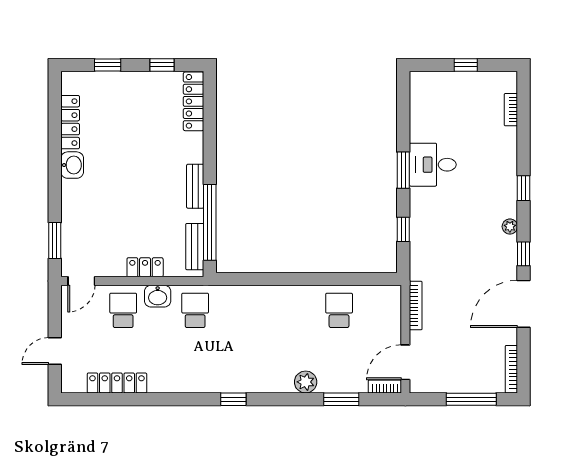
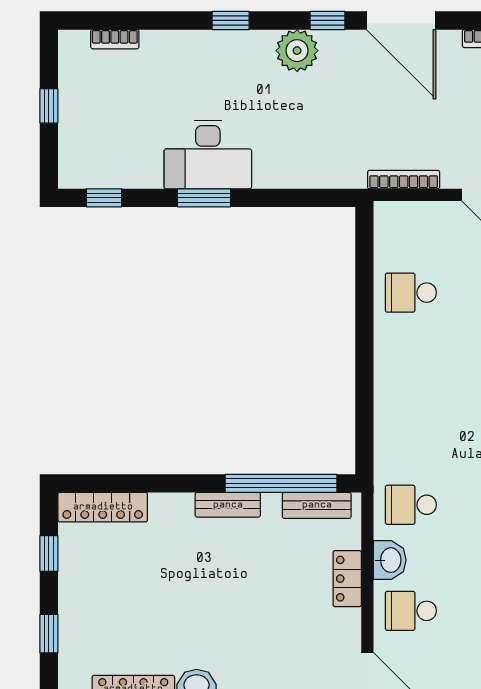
desk: (433, 165) -> (208, 154), width x1.37
plant: (510, 227) -> (297, 51), width x1.88, depth x1.88
window: (403, 229) -> (104, 198), moved

